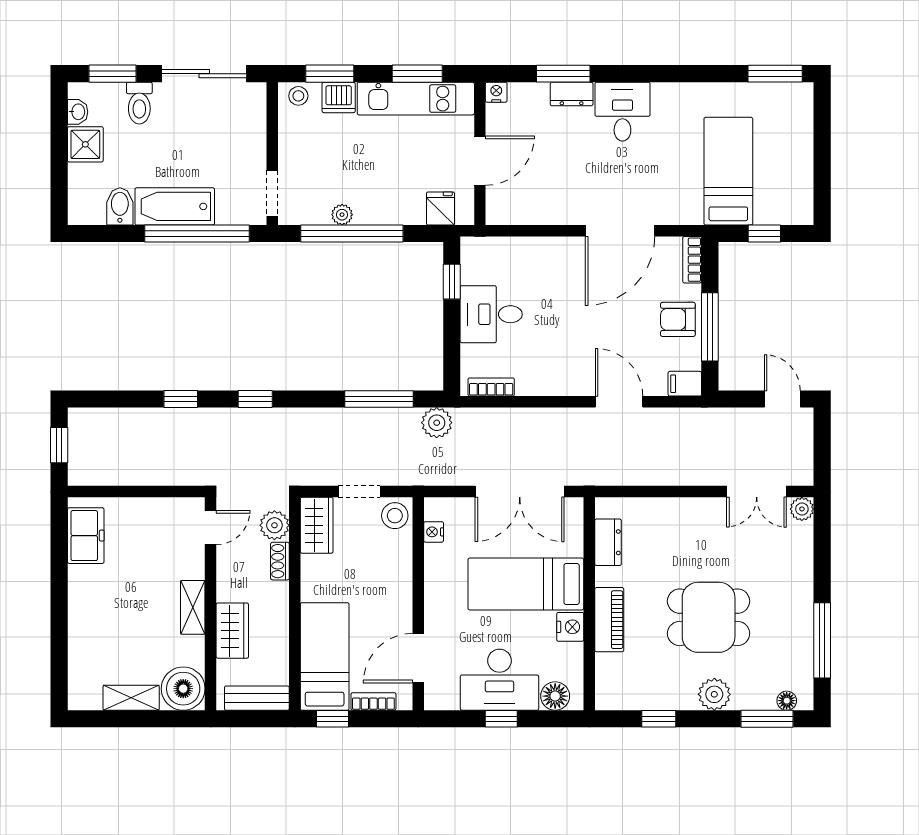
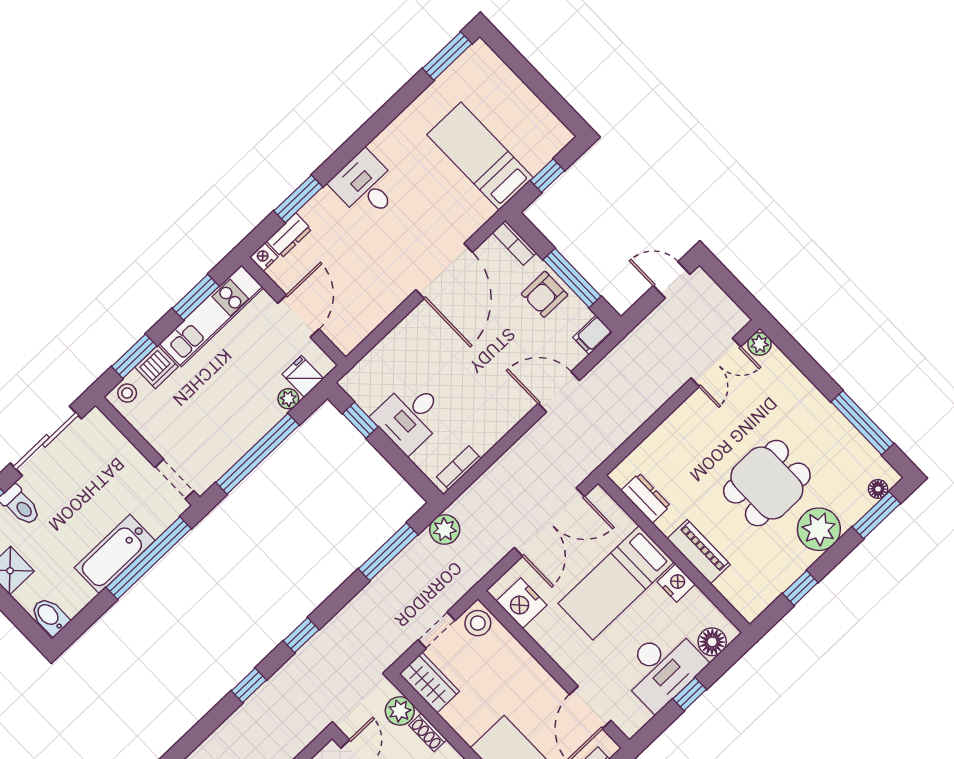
dresser: (572, 94) -> (289, 235), moved
bidet: (120, 206) -> (50, 616), moved
plant: (342, 215) -> (288, 399), moved
nightstand: (434, 532) -> (522, 603), width x1.89, depth x1.79
plant: (714, 694) -> (819, 529), width x1.36, depth x1.36

